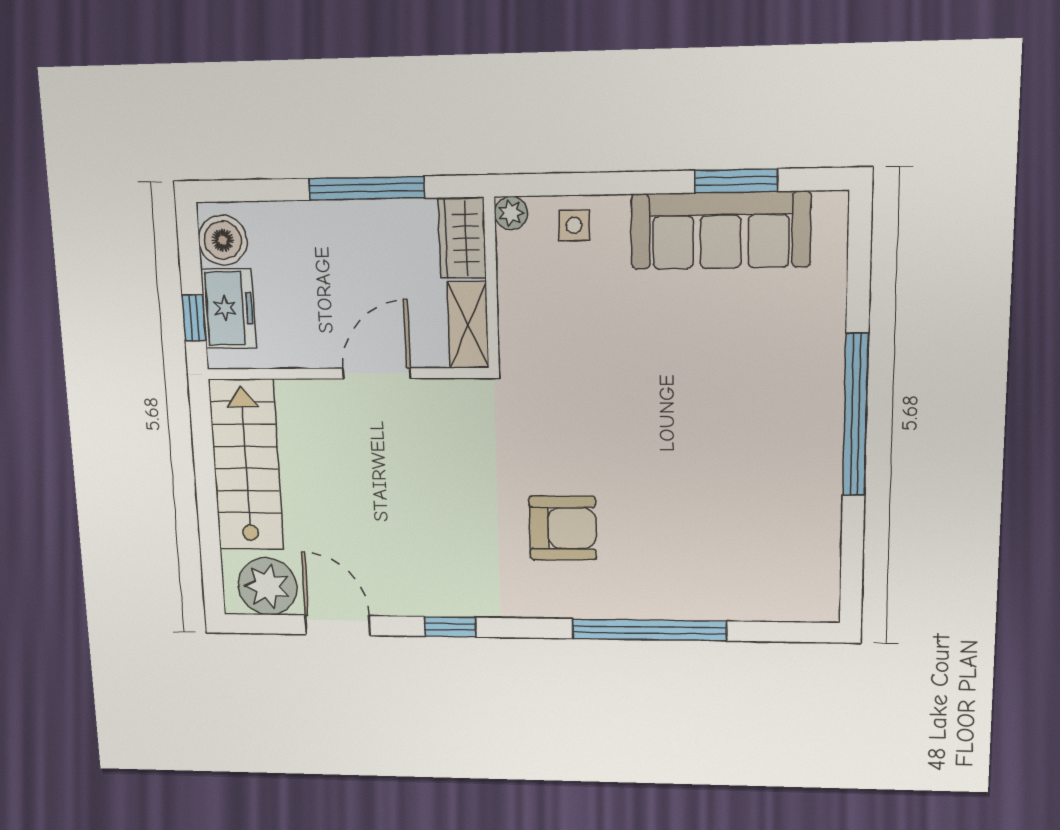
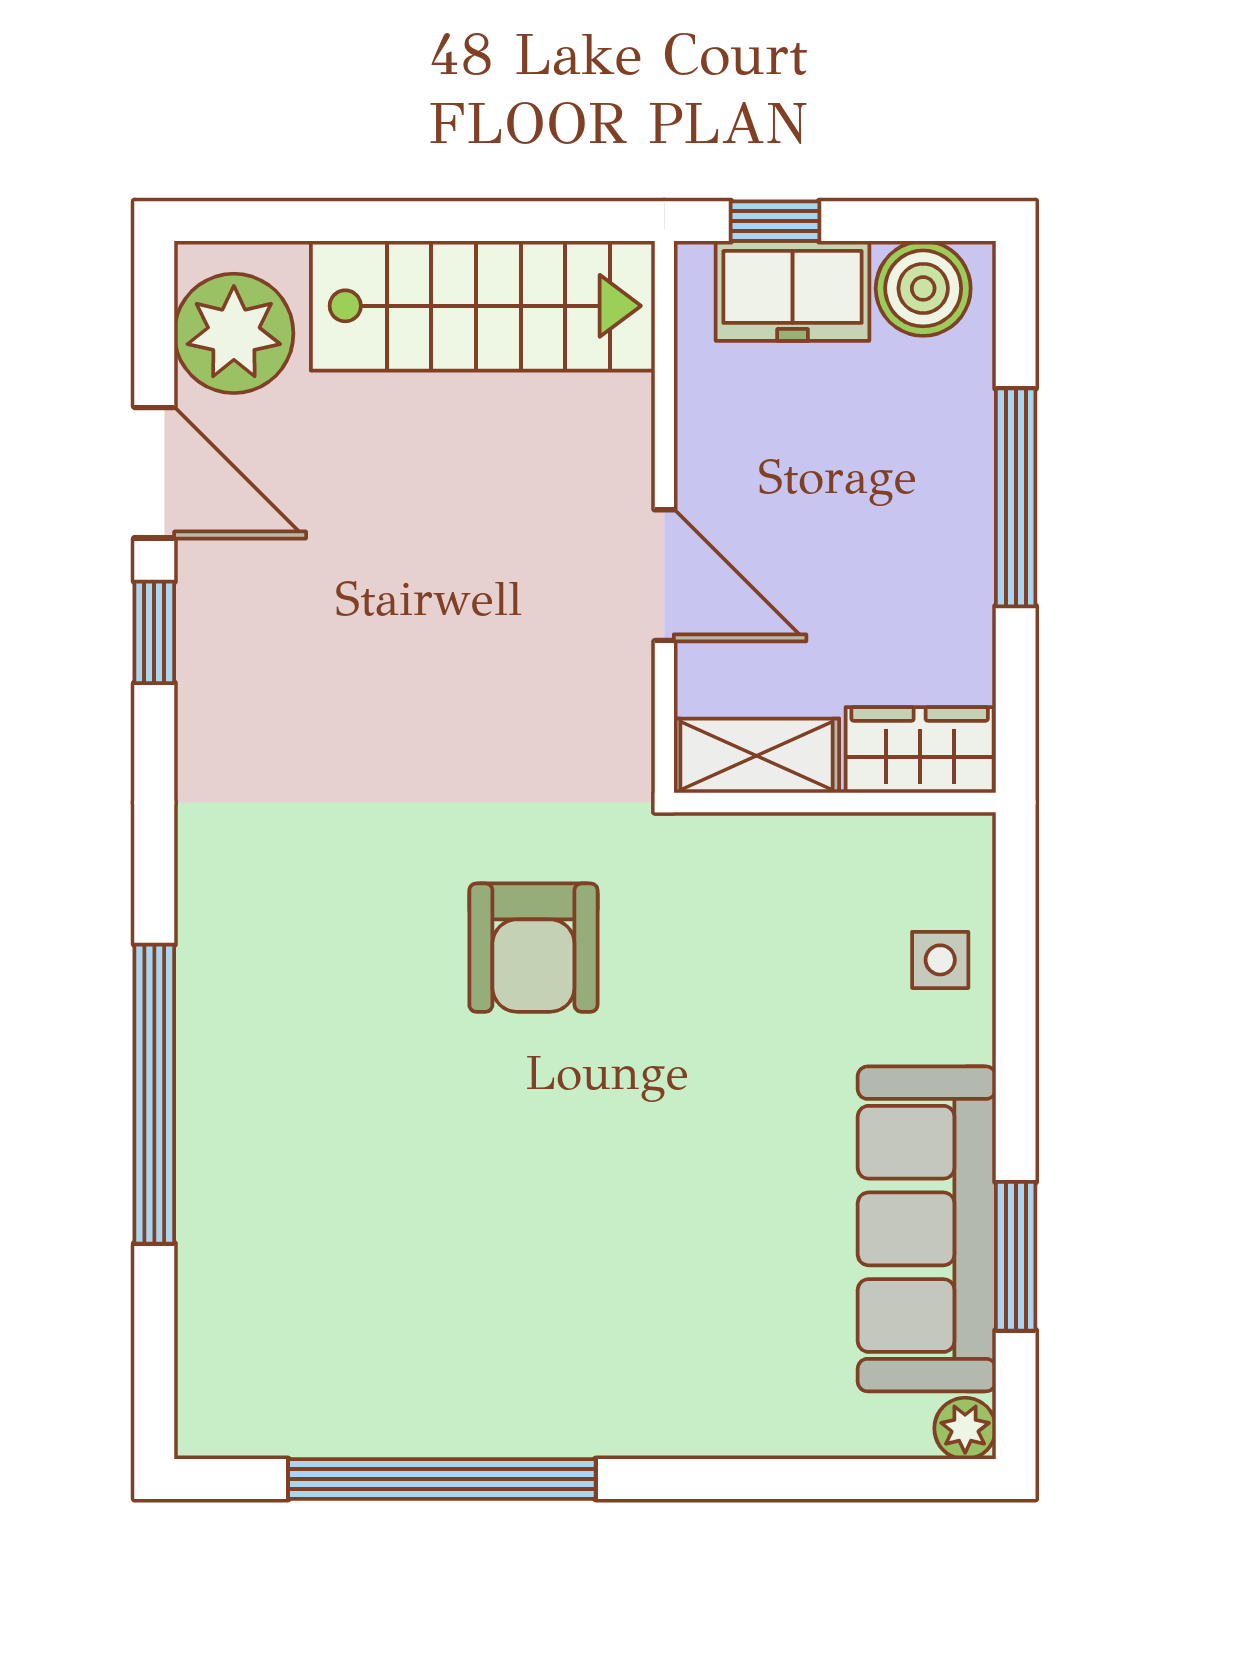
window: (366, 188) -> (1016, 497), moved
plant: (511, 213) -> (965, 1428), moved
window: (855, 415) -> (442, 1479), moved
armchair: (563, 528) -> (533, 948), moved
door: (338, 625) -> (154, 473), hinge flipped
window: (450, 627) -> (154, 632), moved

